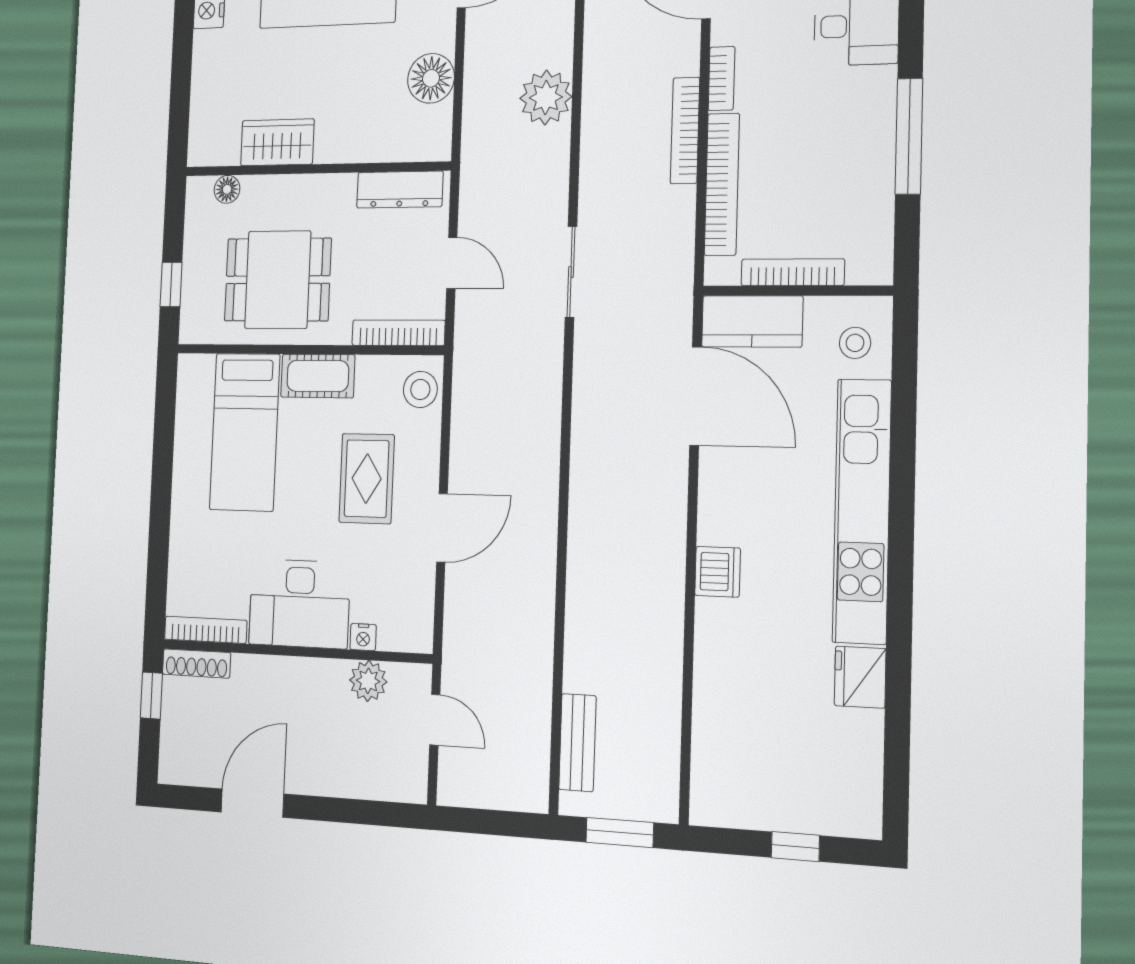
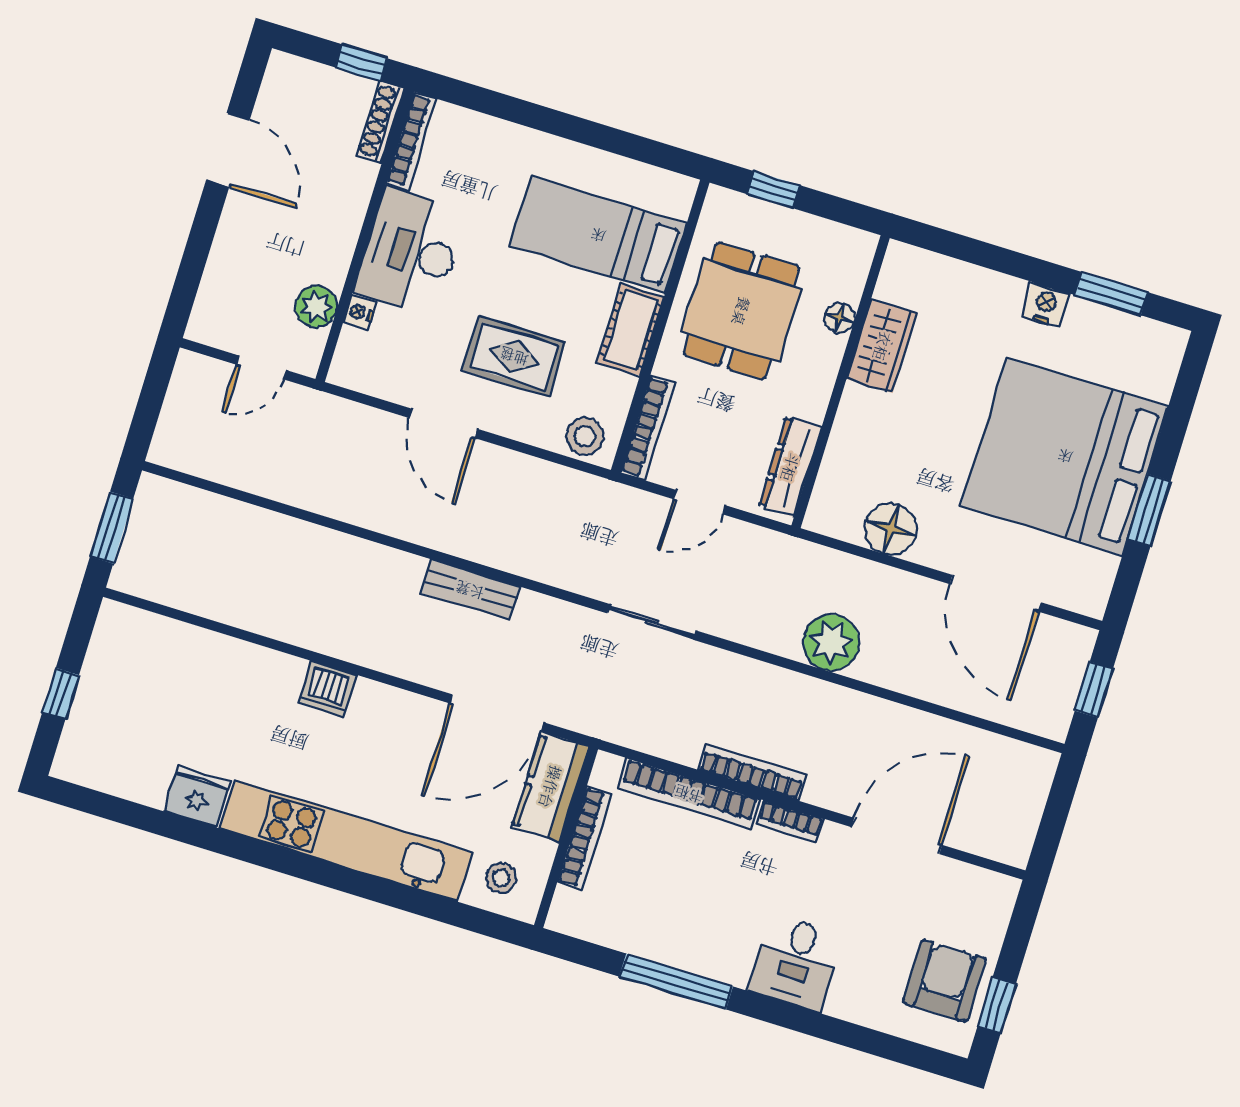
floor lamp: (227, 189) -> (840, 318), moved
bench: (577, 743) -> (470, 590), moved

